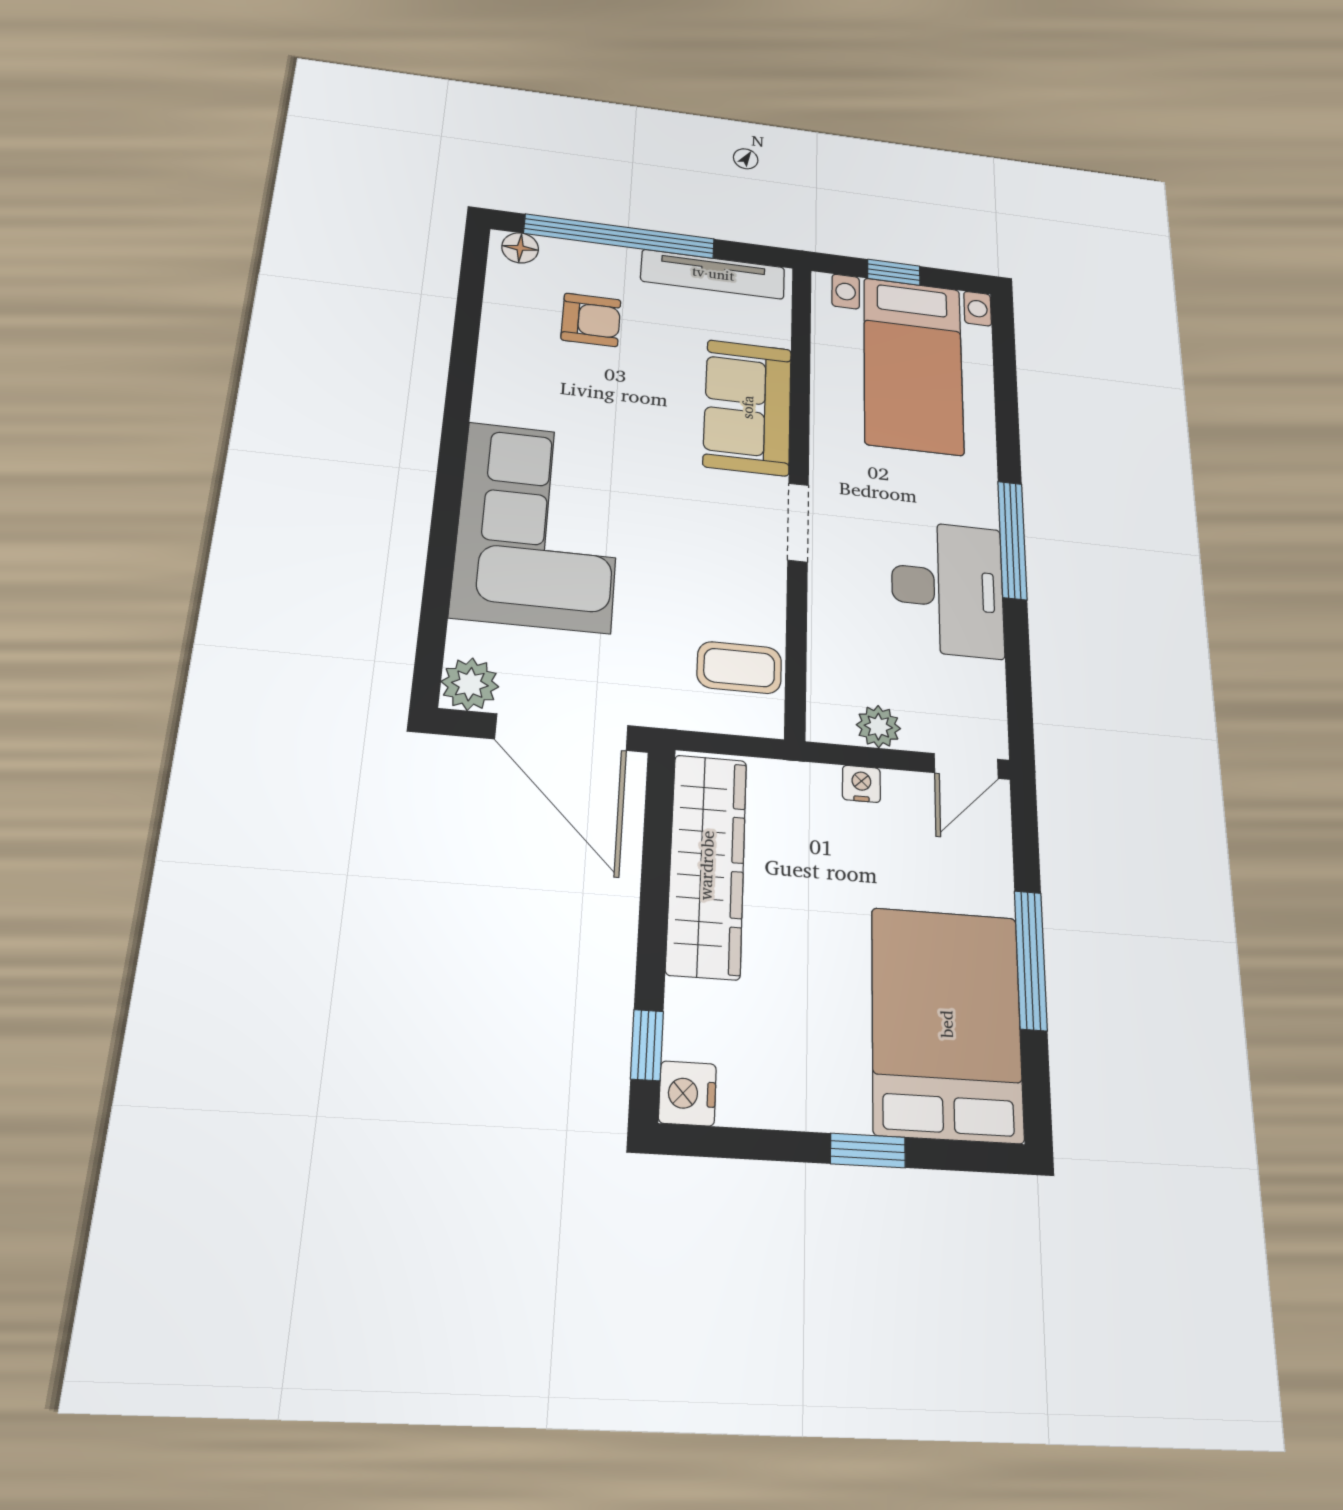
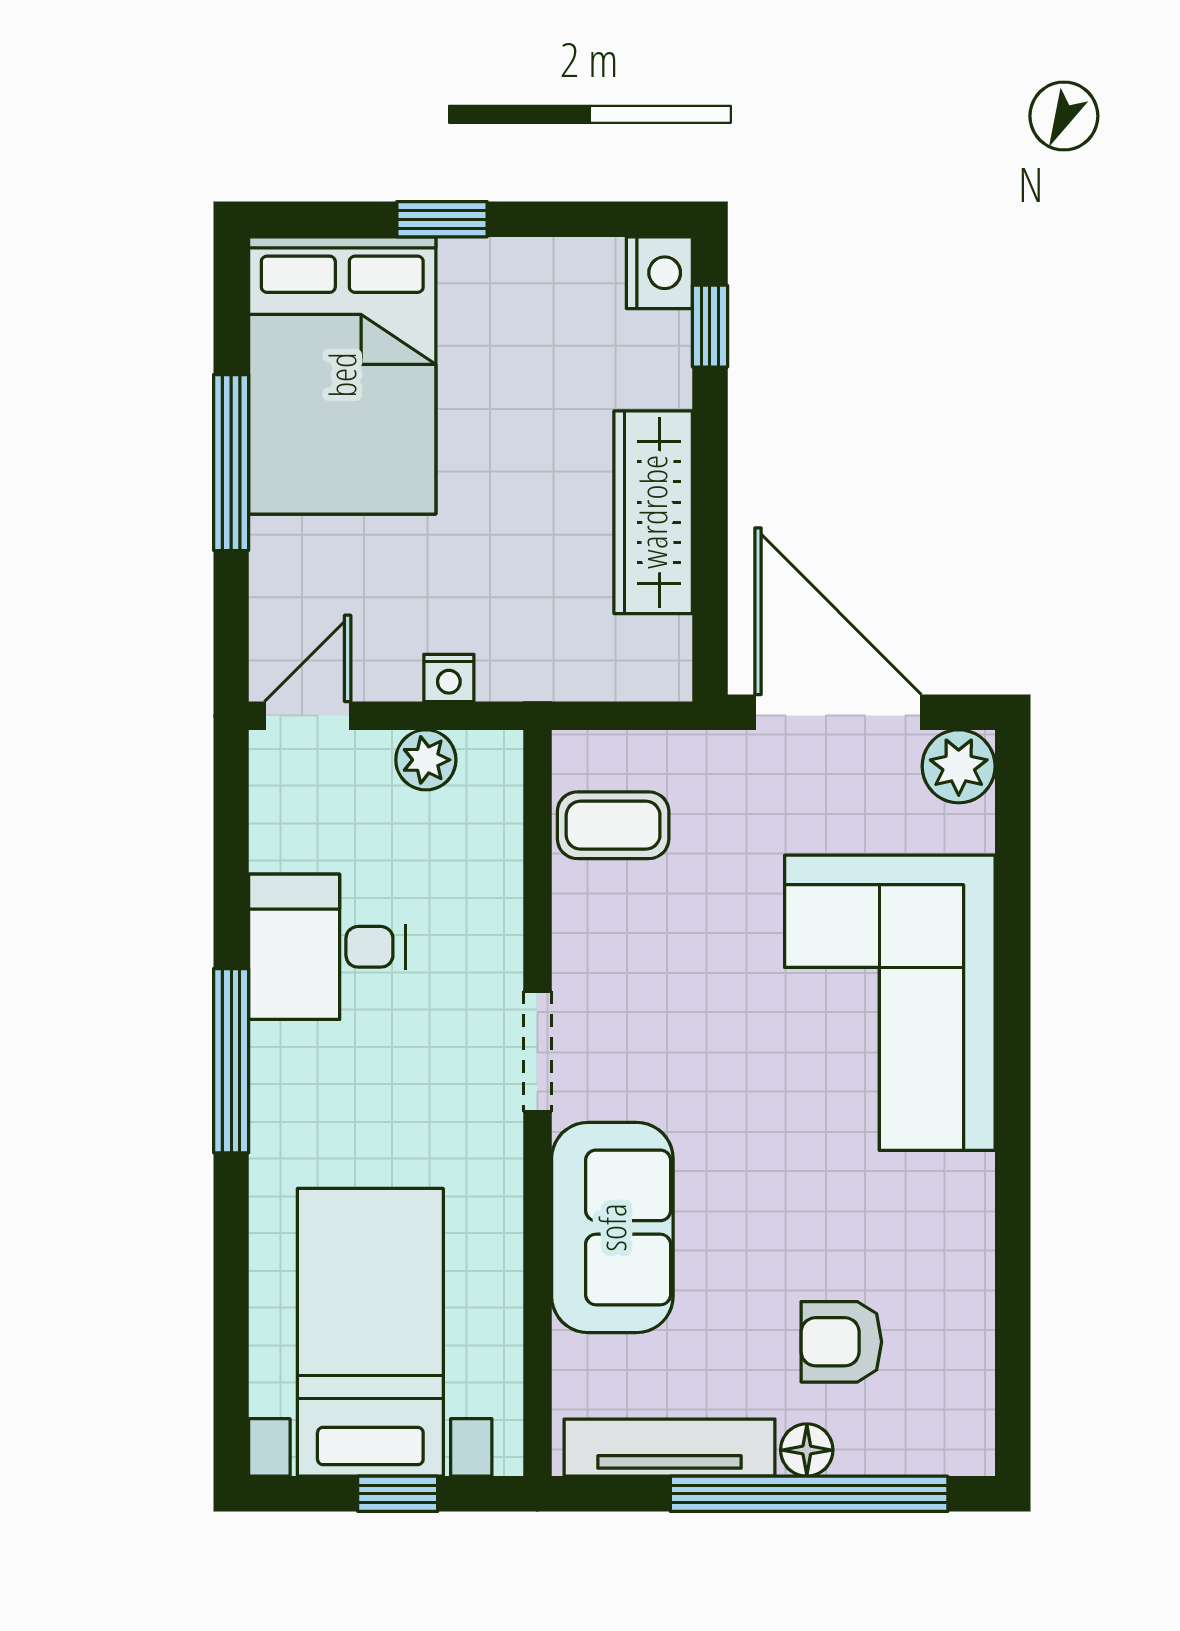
floor lamp: (520, 248) -> (807, 1450), moved
desk: (947, 588) -> (327, 947), width x0.73
wardrobe: (707, 865) -> (653, 512), width x0.71, depth x0.85

